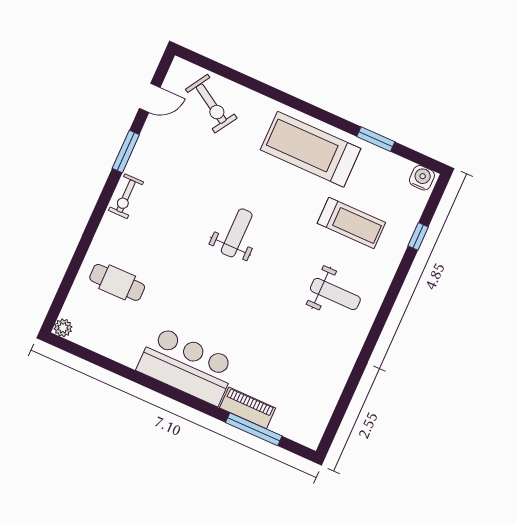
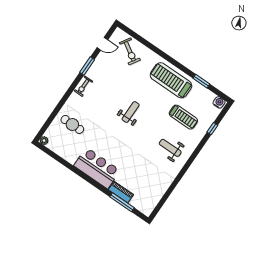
weight bench: (335, 294) -> (170, 148), turned 180

